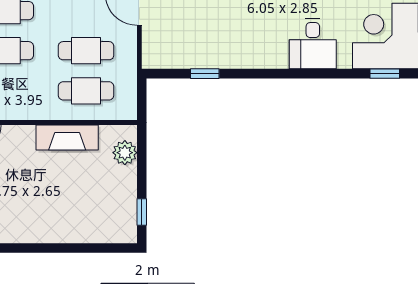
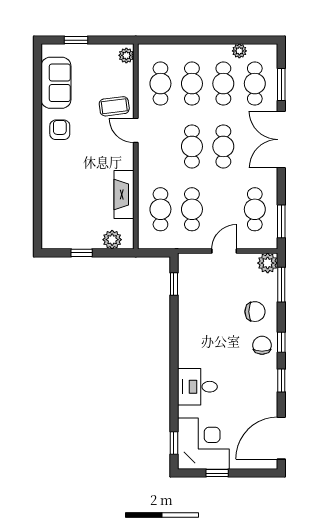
window: (205, 74) -> (174, 284), moved
window: (142, 212) -> (82, 253), moved

